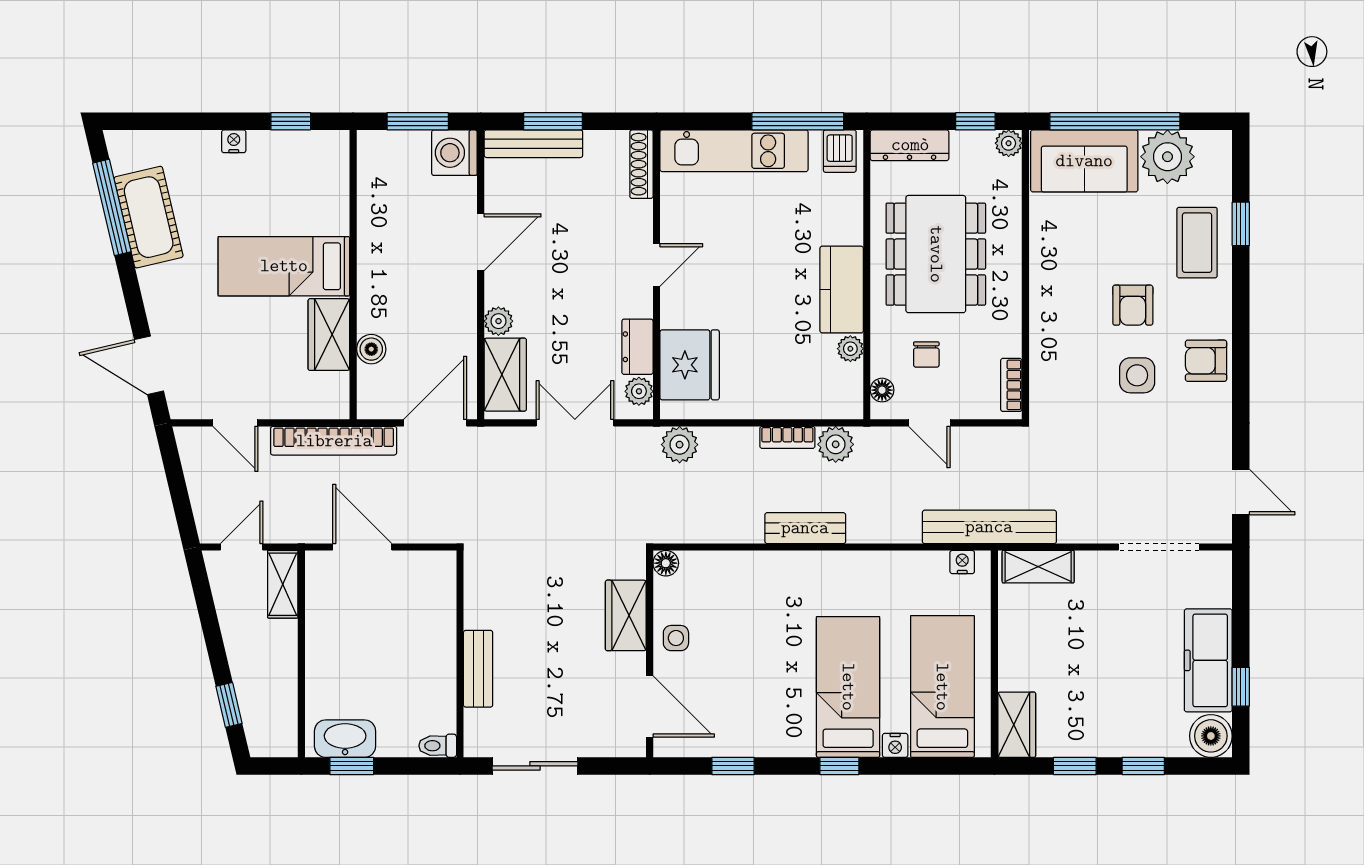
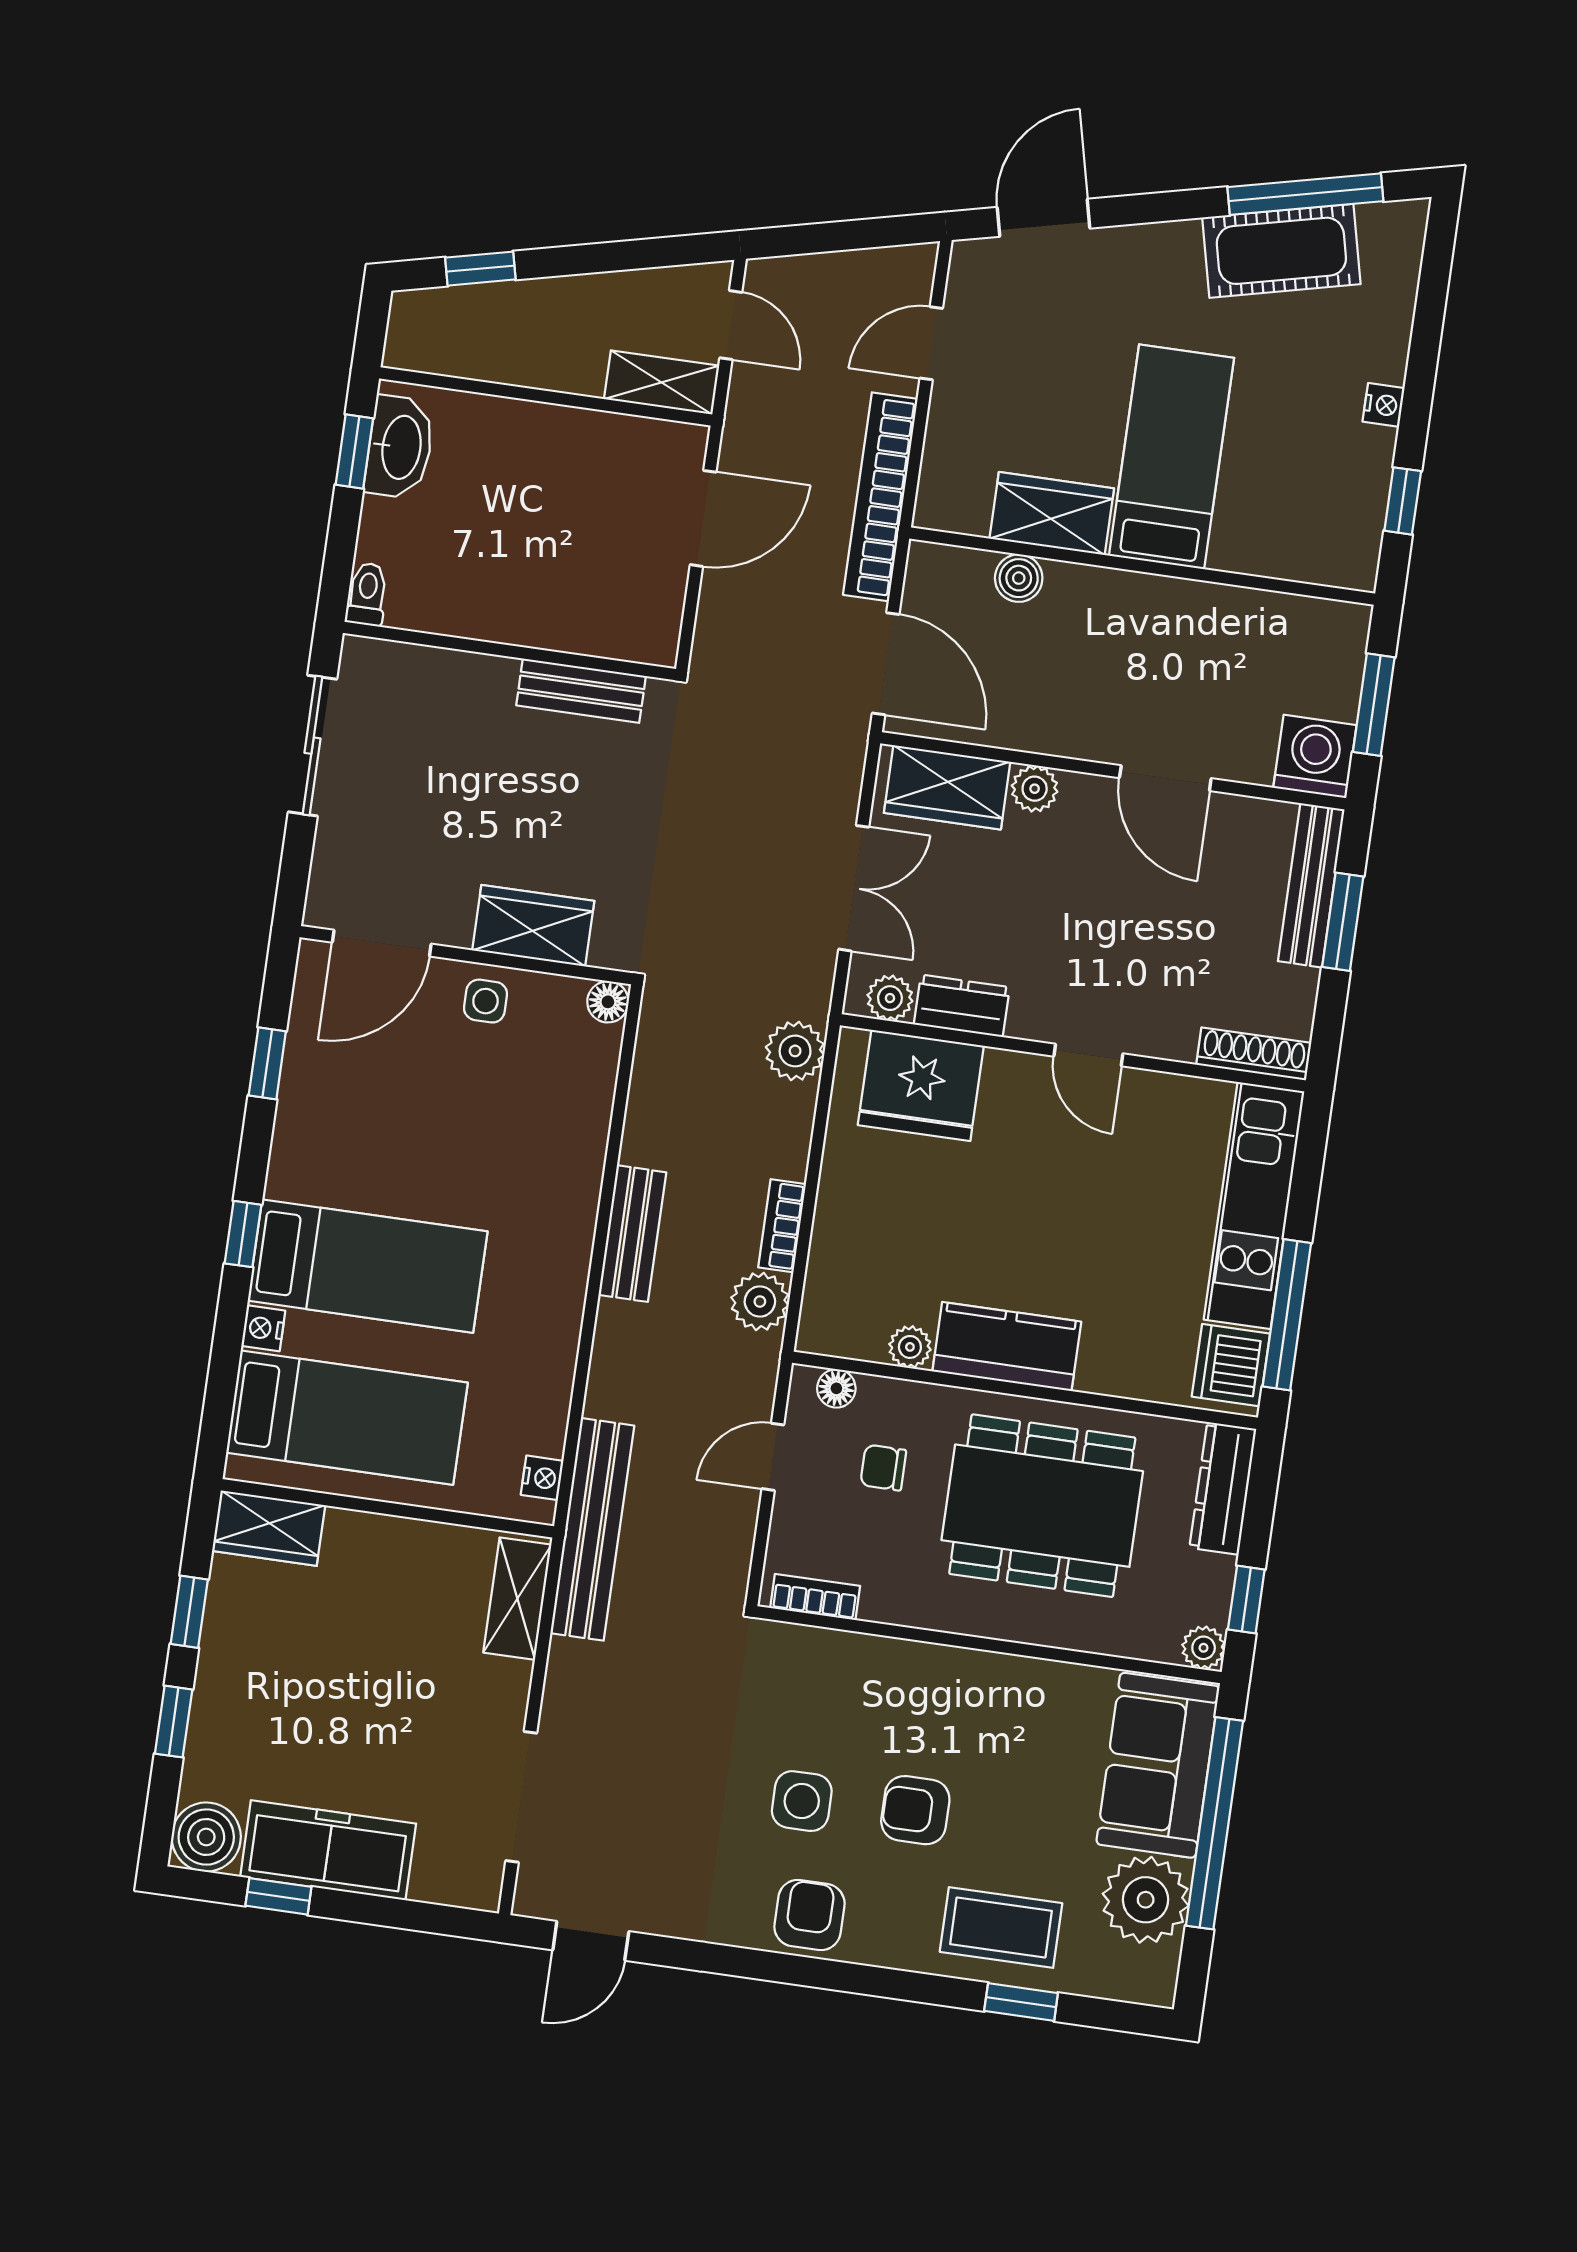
dishwasher: (840, 151) -> (1231, 1365), width x1.38
bench: (478, 669) -> (581, 691), moved

